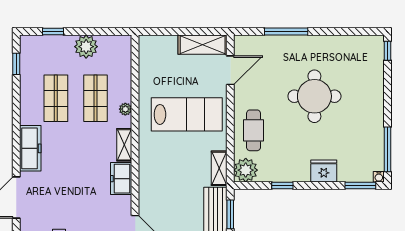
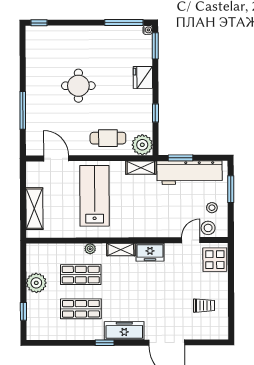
shelving: (203, 45) -> (34, 209), moved
window: (16, 64) -> (105, 343), moved
round table: (314, 96) -> (78, 86), width x0.73, depth x0.73

